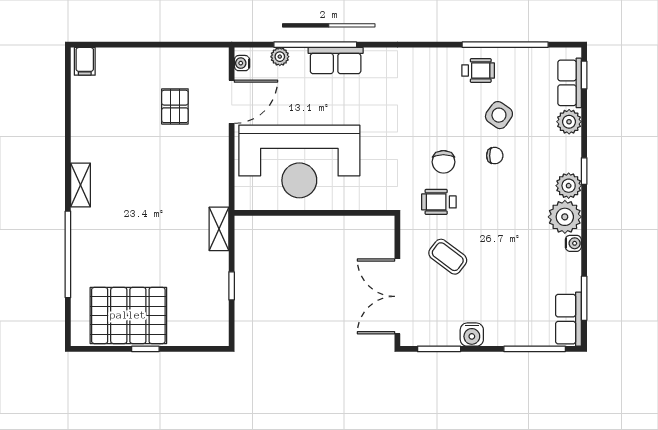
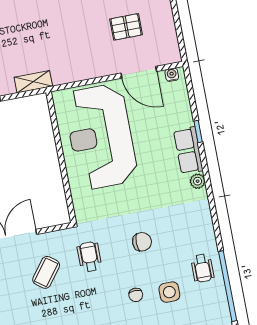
window: (315, 45) -> (198, 132), width x0.32
plant: (280, 57) -> (198, 181), moved
side table: (499, 115) -> (169, 292), turned -35
chair: (443, 162) -> (142, 242), moved, turned 180

